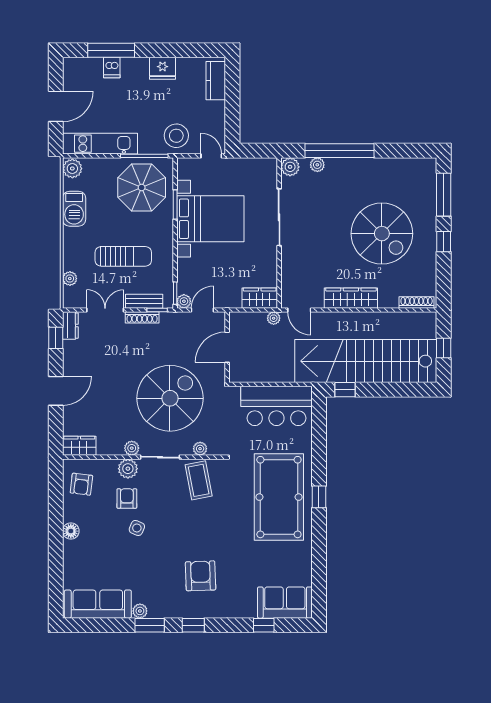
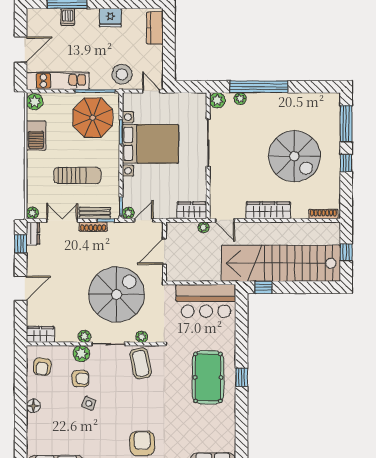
plant: (70, 279) -> (32, 213), moved
pool table: (279, 497) -> (208, 377), width x0.73, depth x0.76
armchair: (127, 498) -> (80, 379), turned 90

